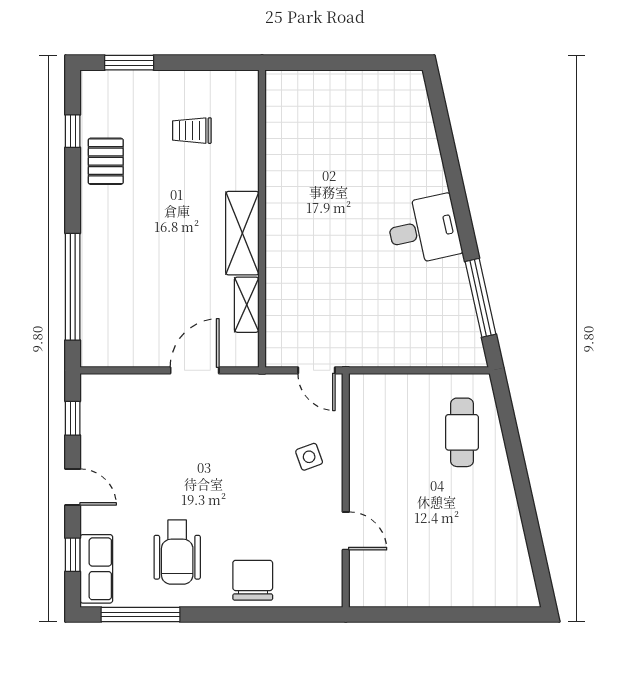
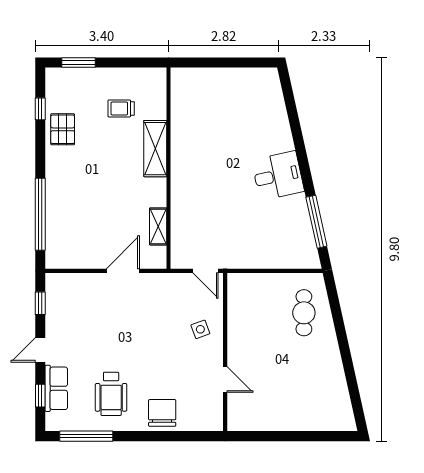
shelving: (242, 233) -> (155, 149), moved
door: (73, 487) -> (40, 350), swing flipped
row of seats: (96, 569) -> (56, 388), moved

